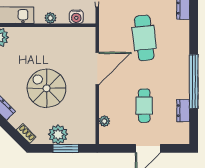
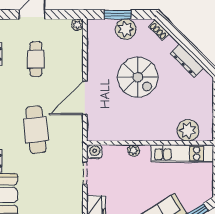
water cooler: (76, 17) -> (95, 152), moved
plant: (104, 121) -> (77, 25), moved

